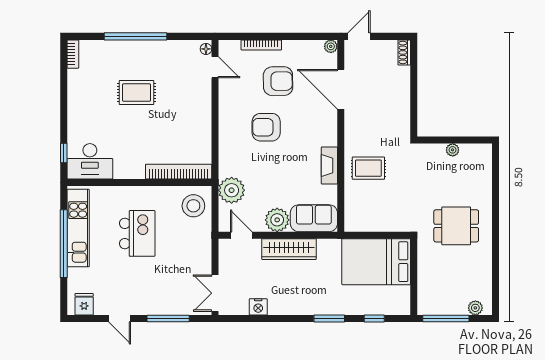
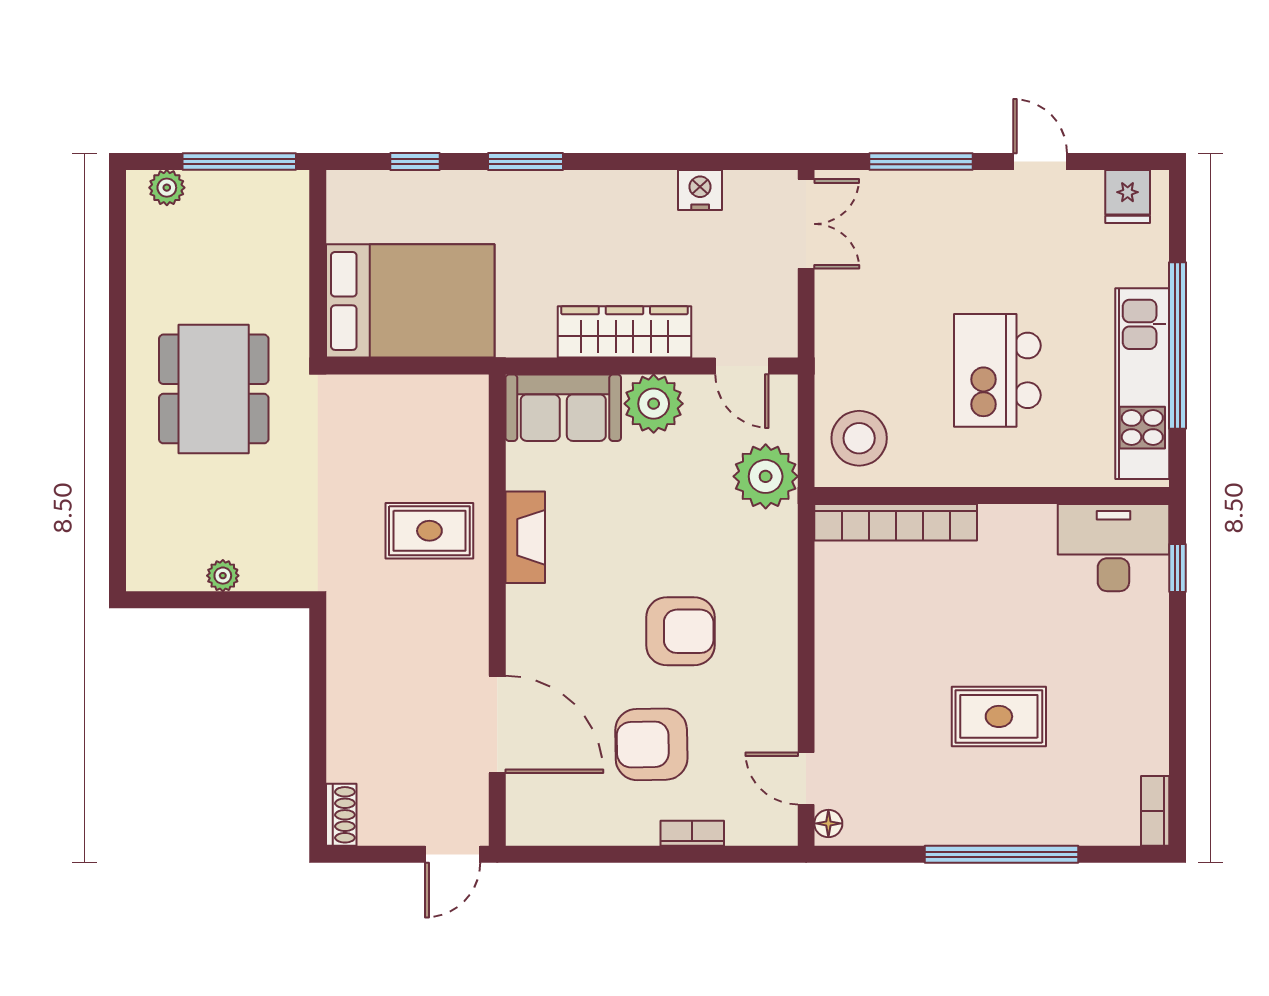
bookcase: (261, 45) -> (692, 833), width x0.64
plant: (331, 46) -> (522, 830), removed
dining table: (456, 226) -> (214, 389), width x1.38

